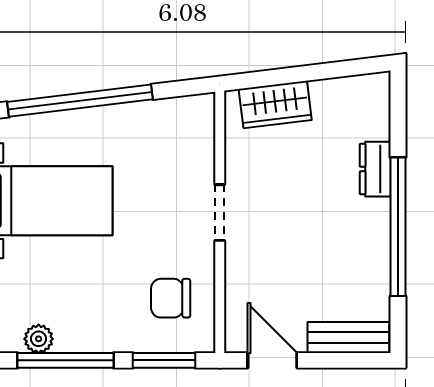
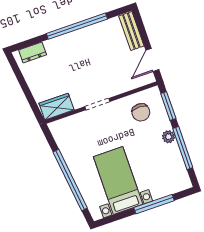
wardrobe: (275, 104) -> (56, 107), moved, turned -83
dresser: (375, 169) -> (33, 52), moved
plant: (39, 339) -> (169, 137), moved

